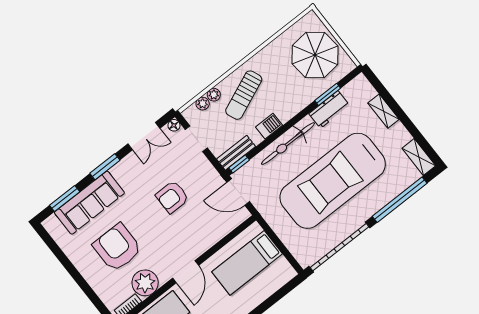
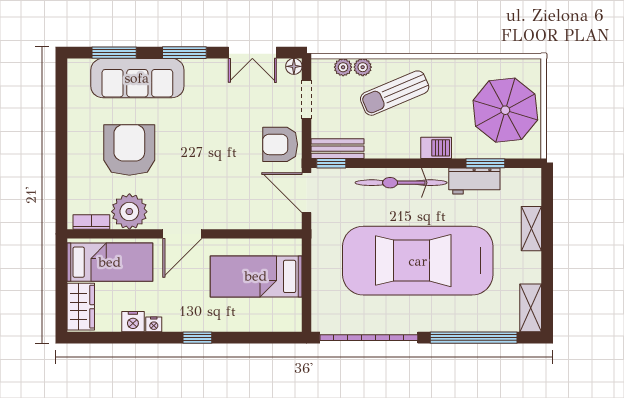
barbecue: (269, 126) -> (436, 148), moved
armchair: (172, 197) -> (280, 144), moved

